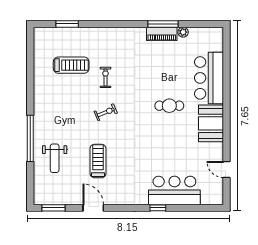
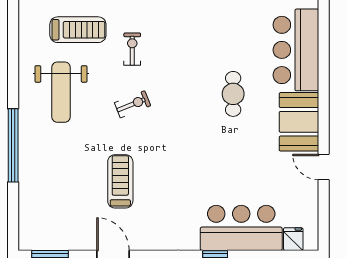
cafe table: (169, 106) -> (233, 94), turned 90
weight bench: (55, 158) -> (61, 92), moved, width x1.36, depth x1.33
door: (227, 170) -> (324, 167), moved
fridge: (207, 198) -> (293, 239), added

